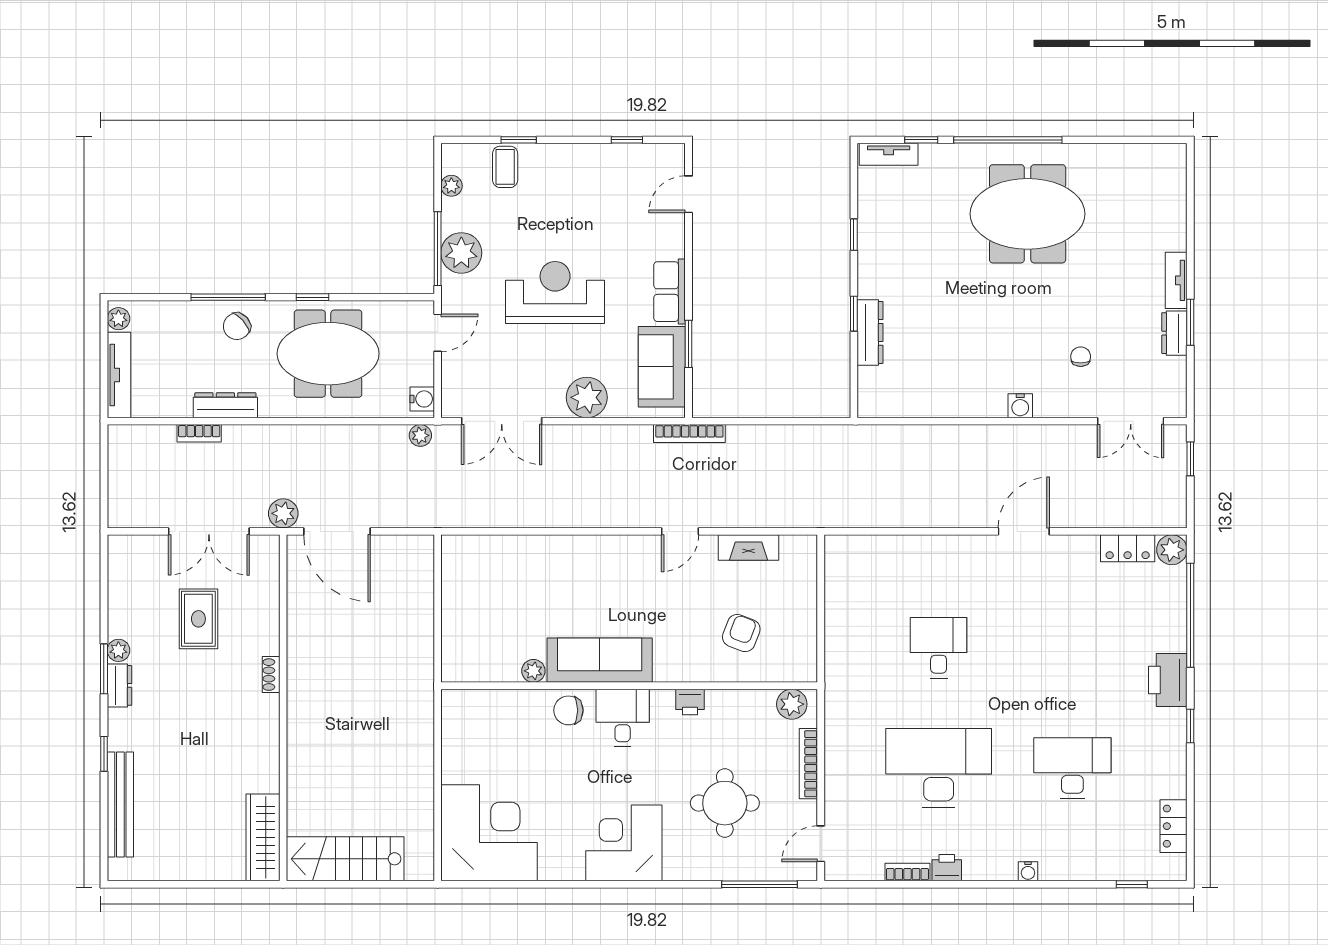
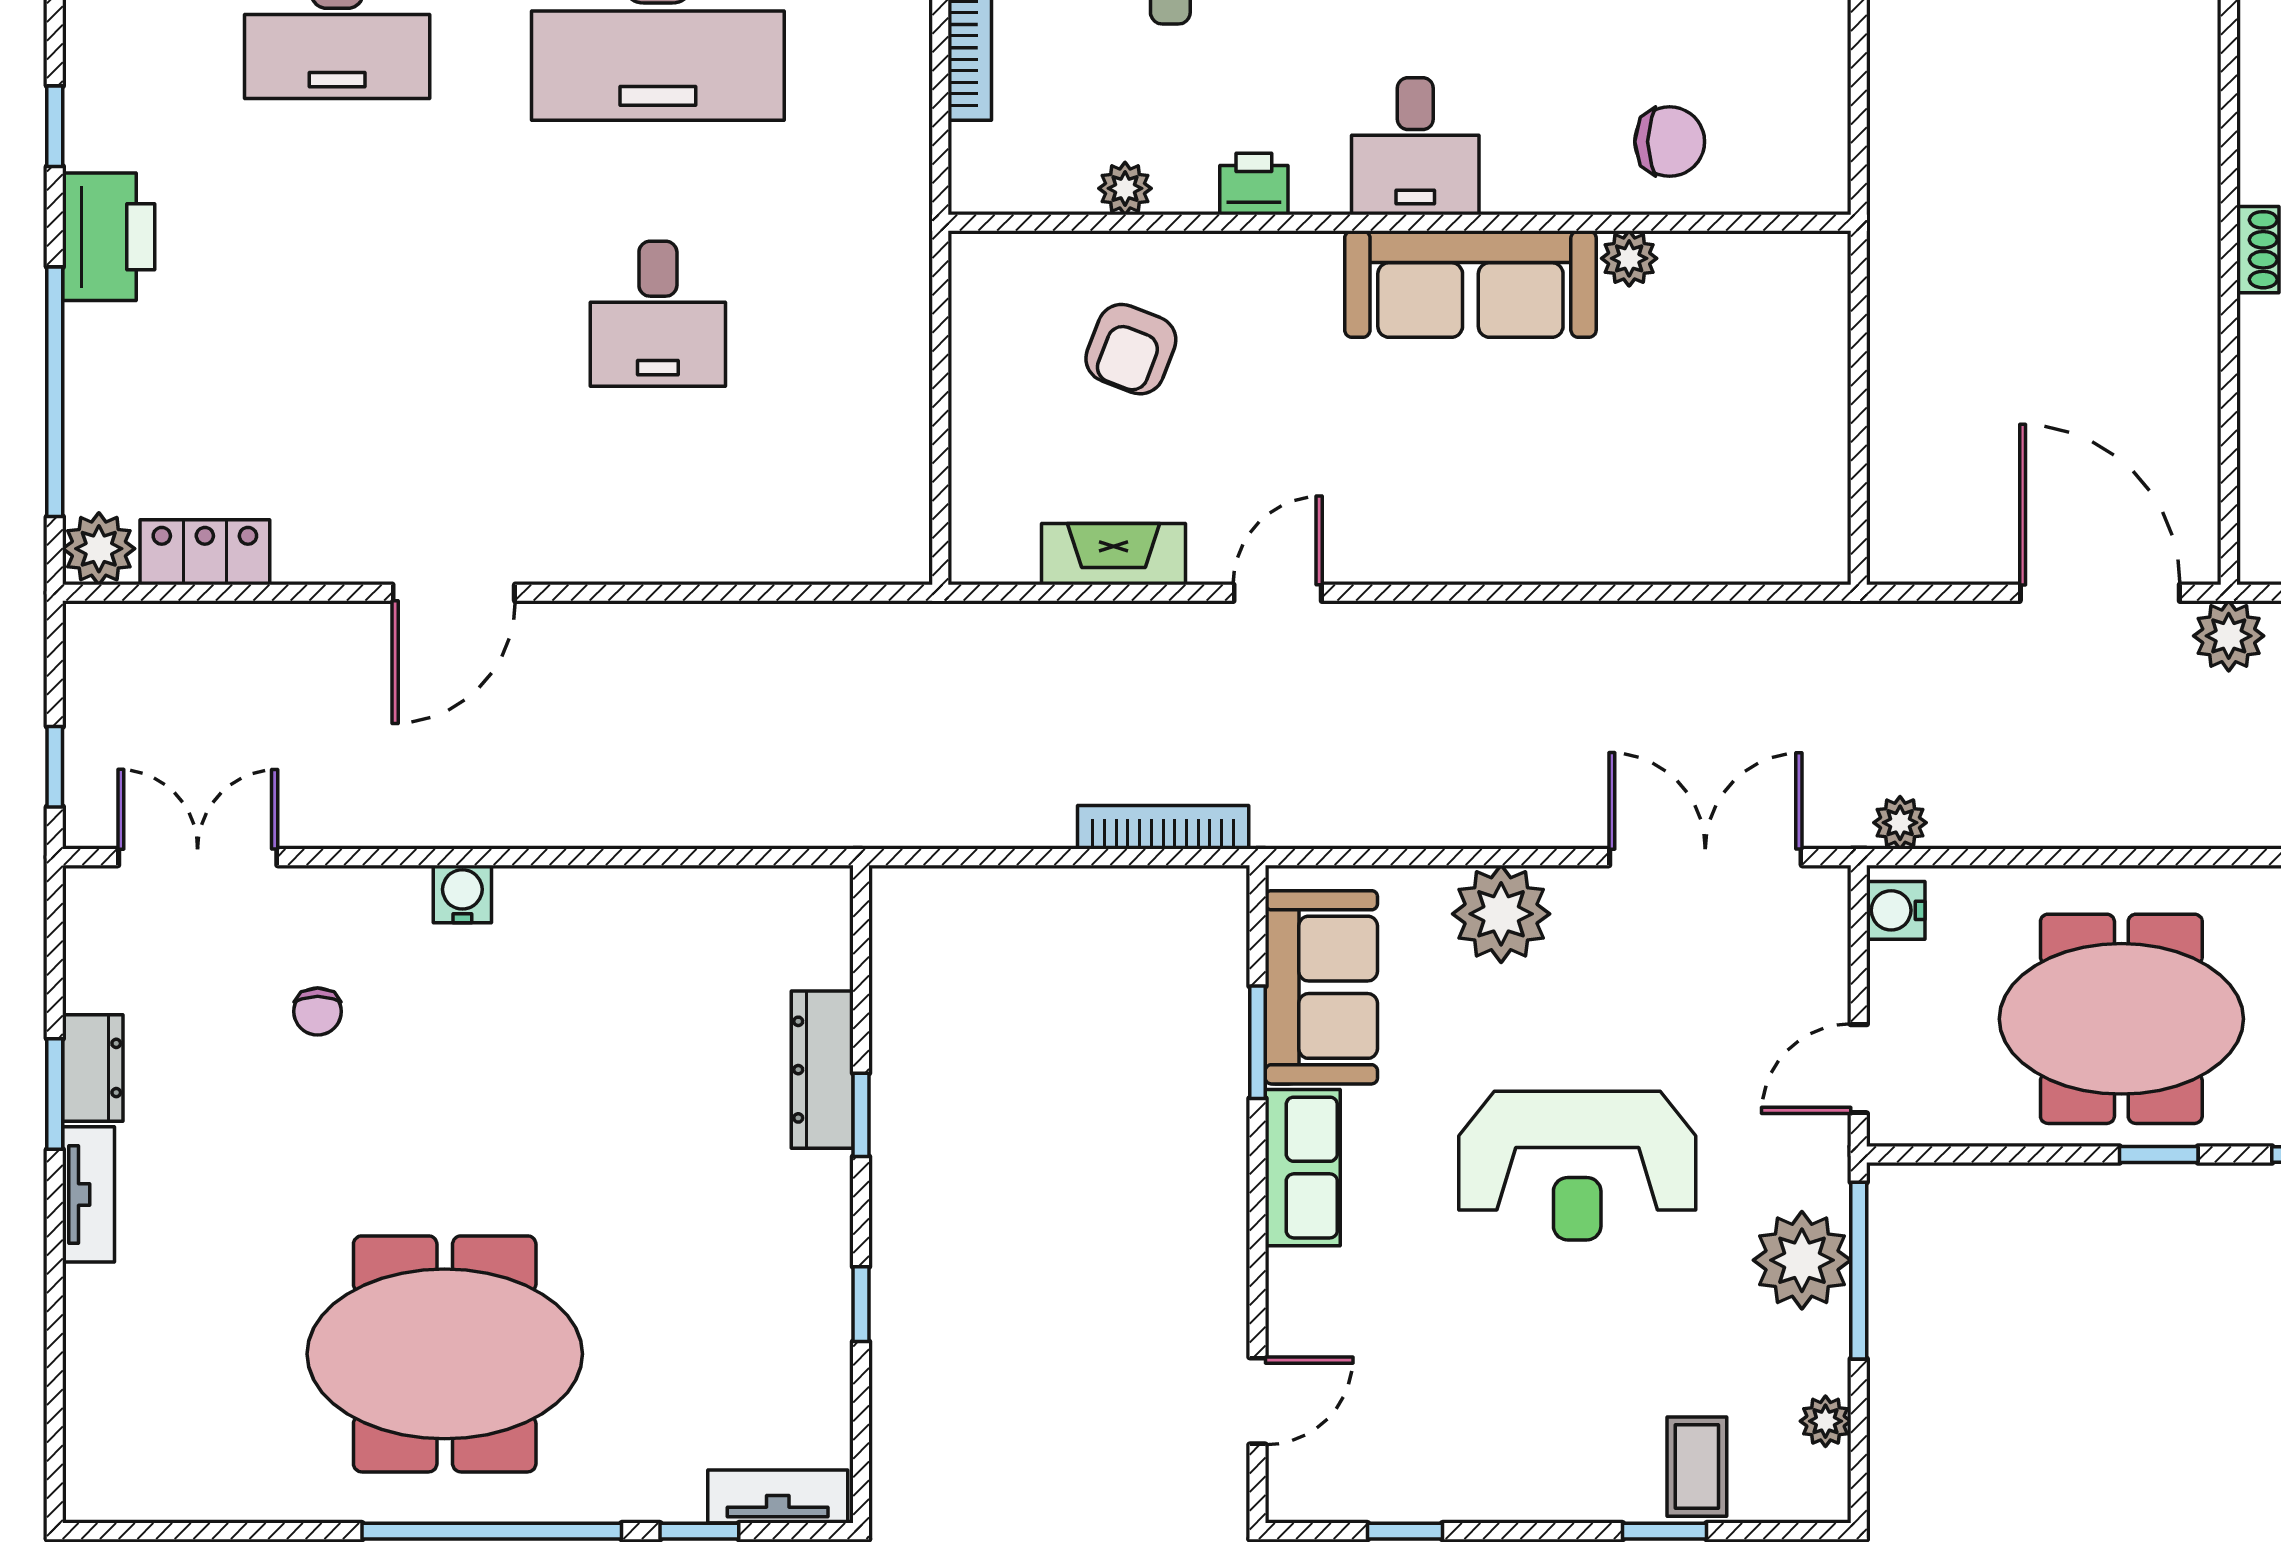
bookcase: (689, 434) -> (1163, 827), moved
plant: (792, 704) -> (1125, 188), moved, width x0.73, depth x0.73
chair: (568, 710) -> (1670, 142), moved

